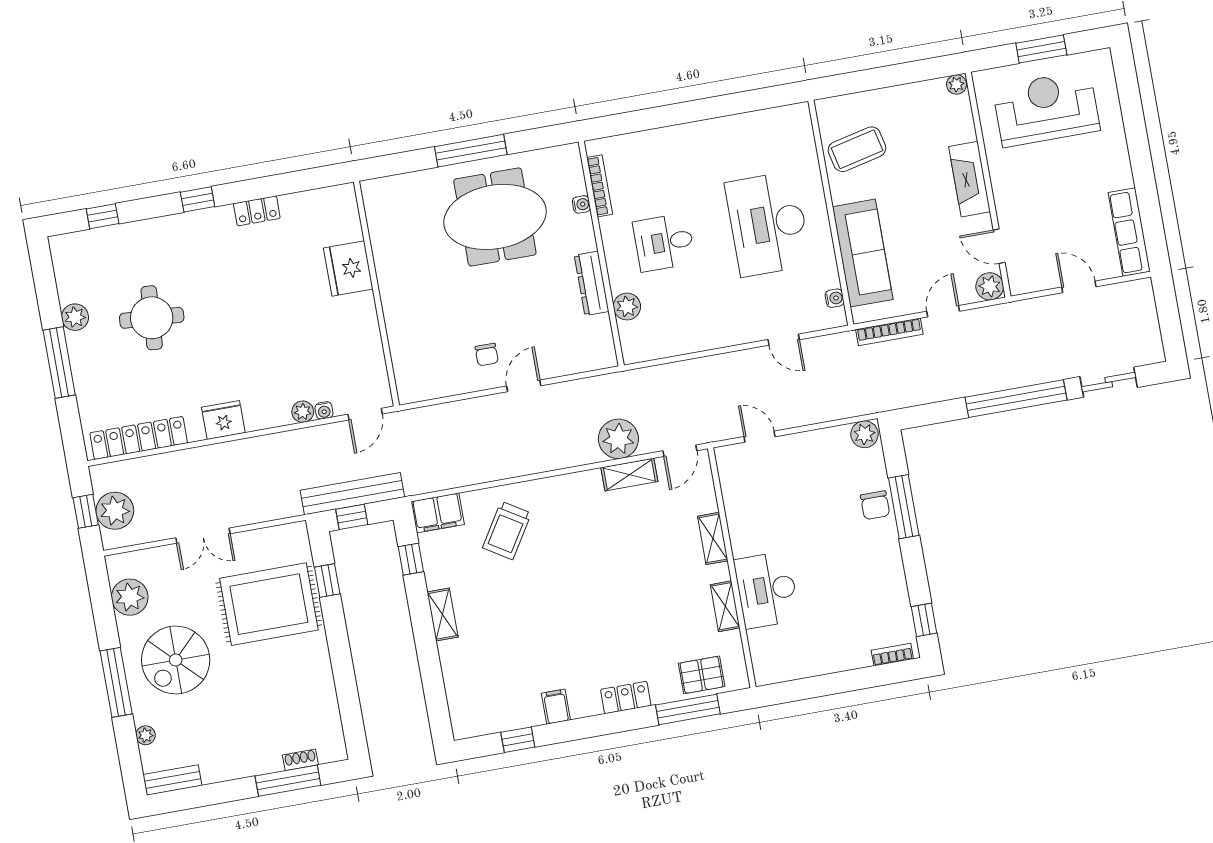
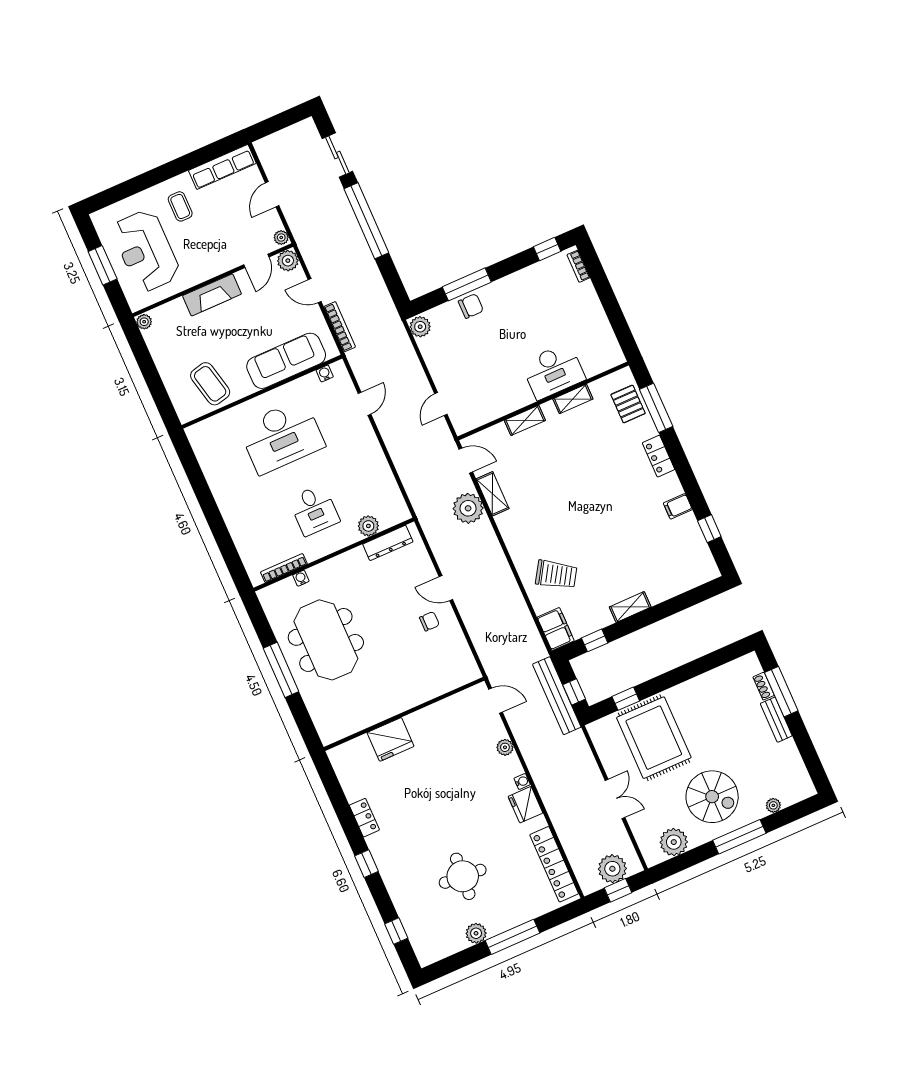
coffee table: (1092, 166) -> (180, 206), added
dresser: (592, 283) -> (388, 543), moved
plant: (1021, 285) -> (281, 238), added
water cooler: (324, 410) -> (522, 781), moved
bench: (172, 780) -> (776, 720), moved

